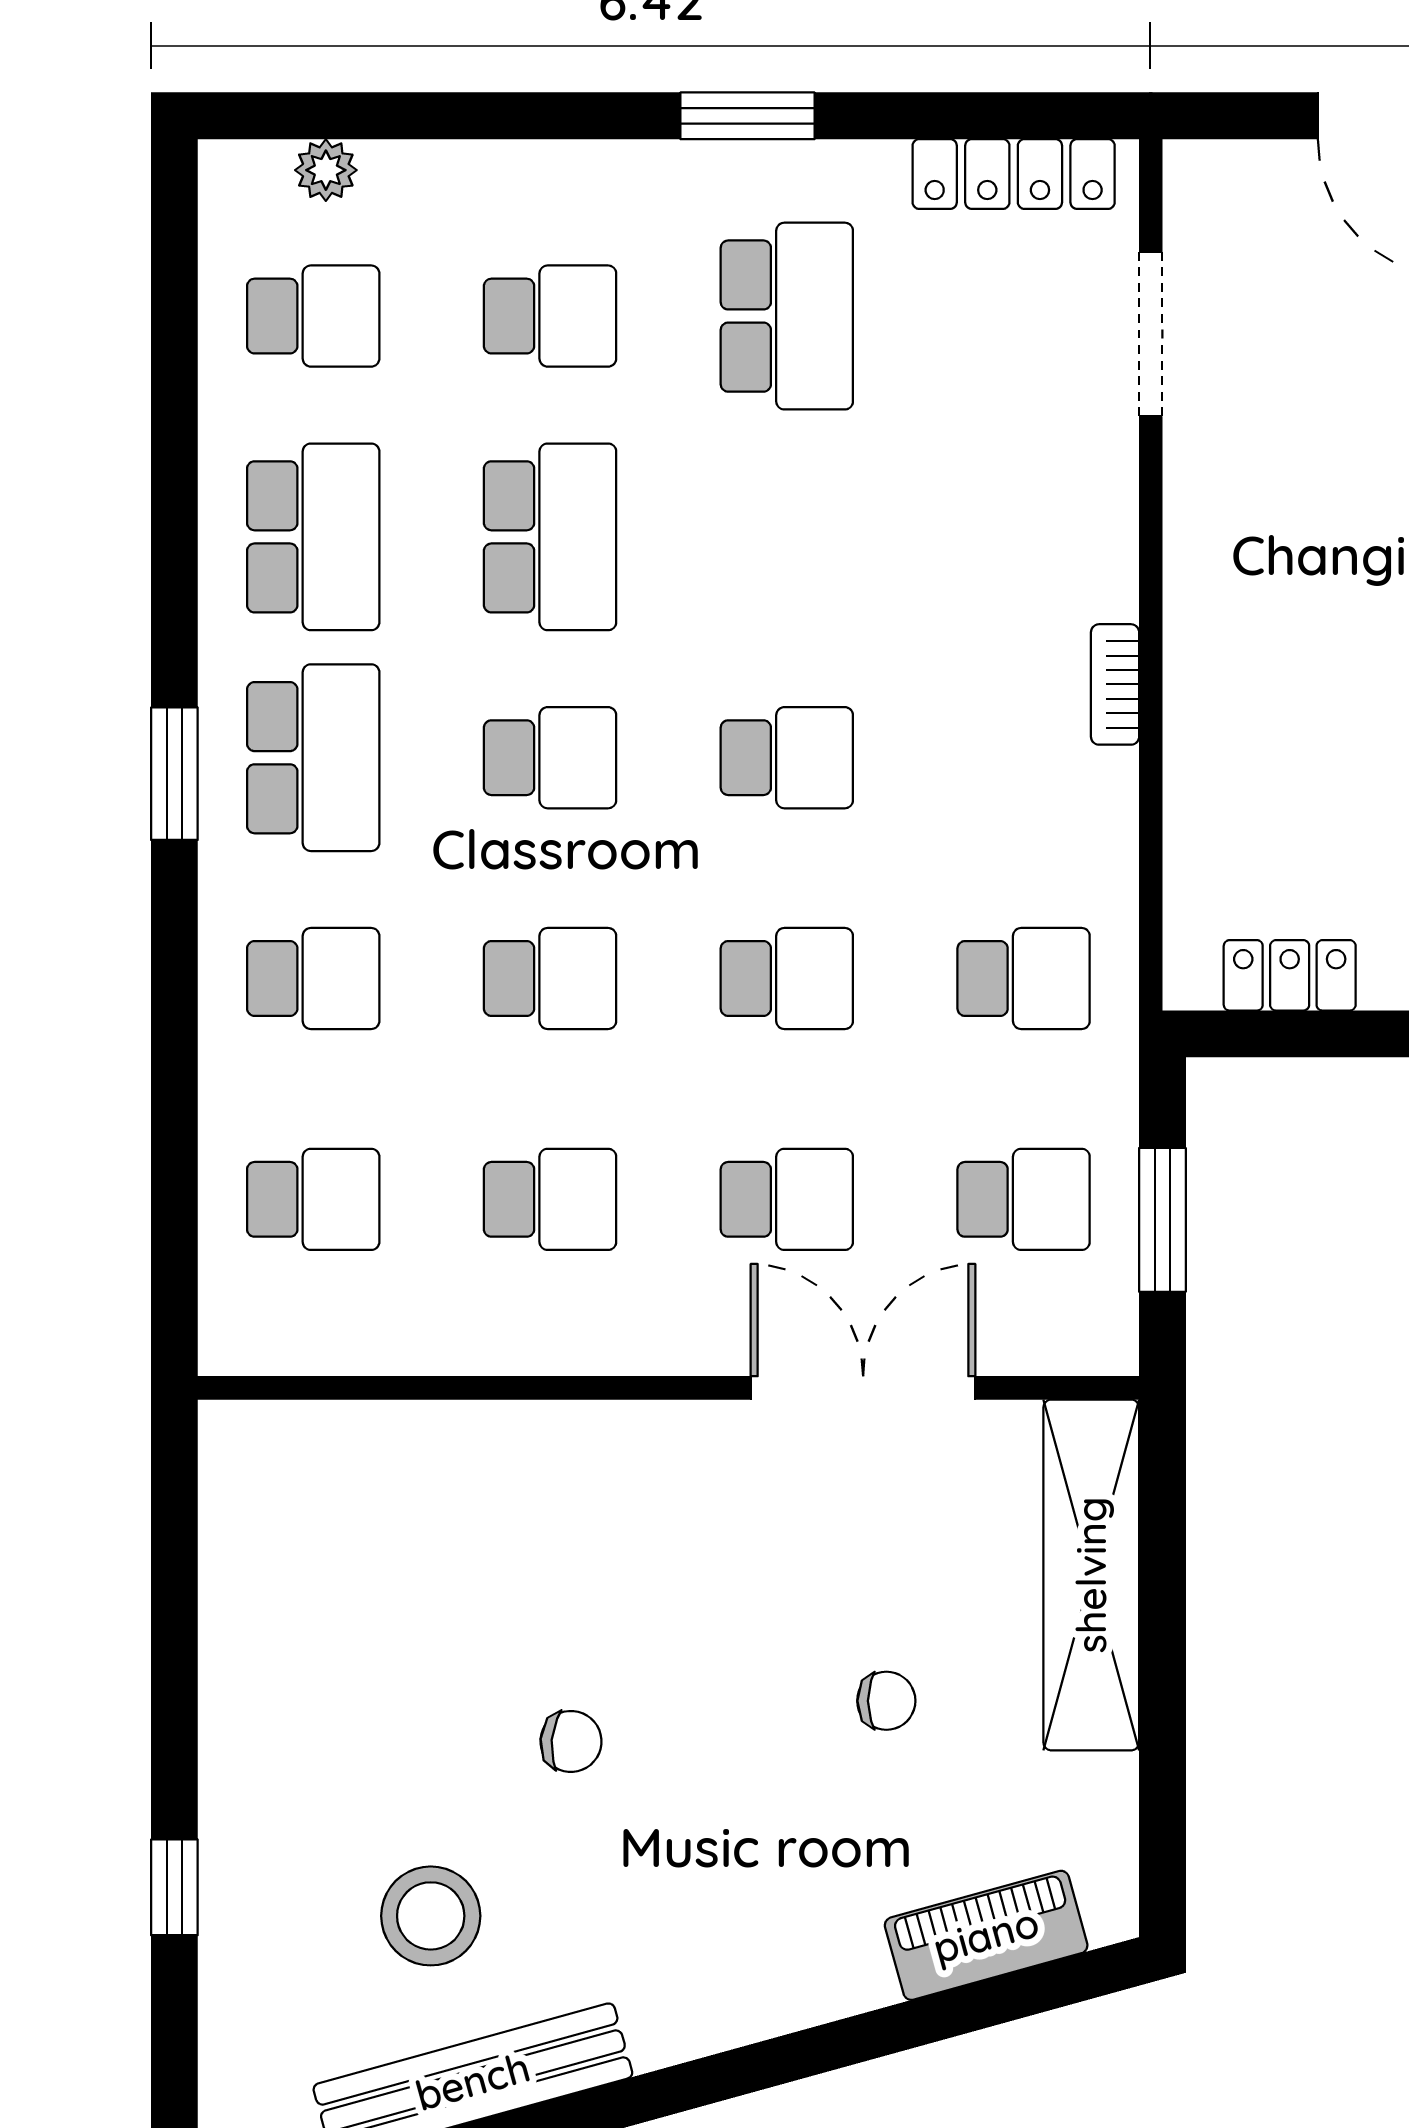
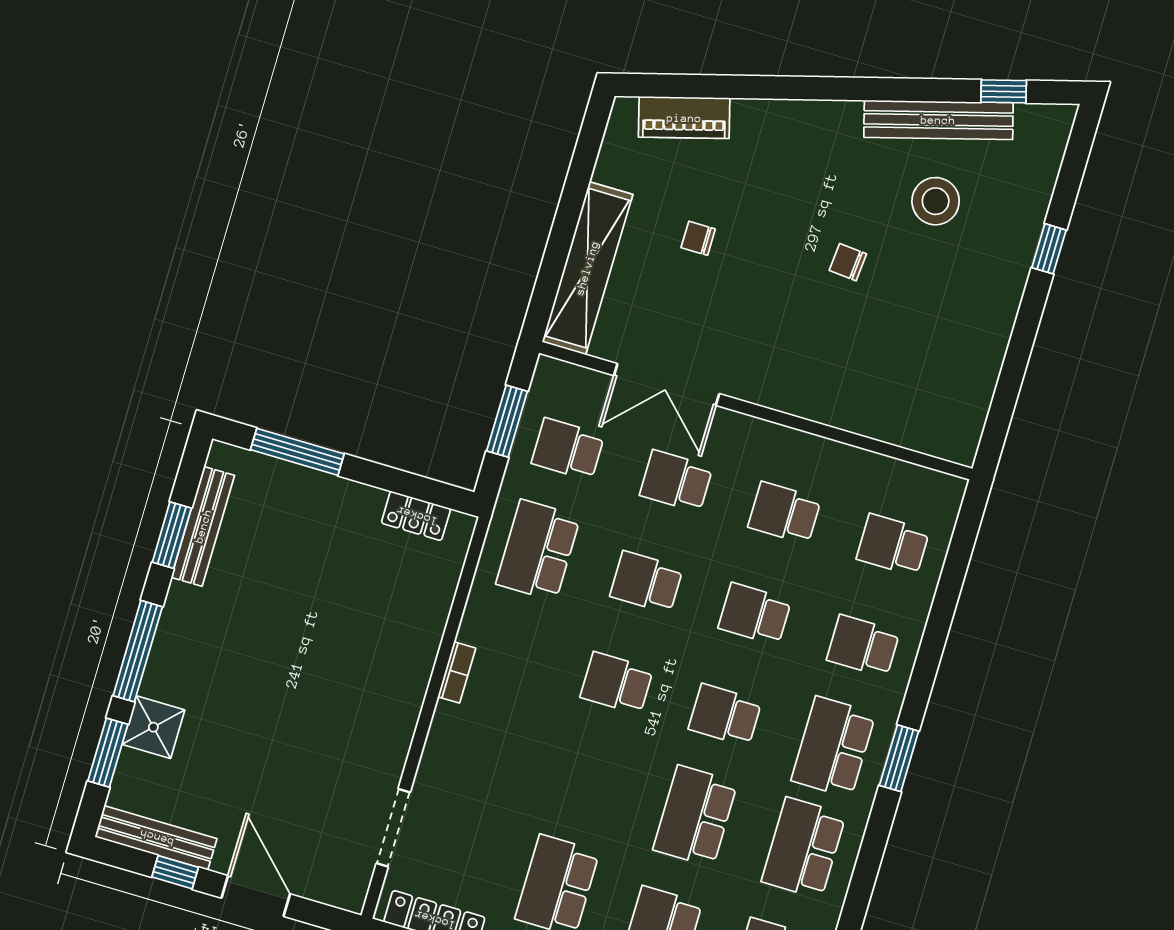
school desk: (1024, 979) -> (538, 550), width x1.85

